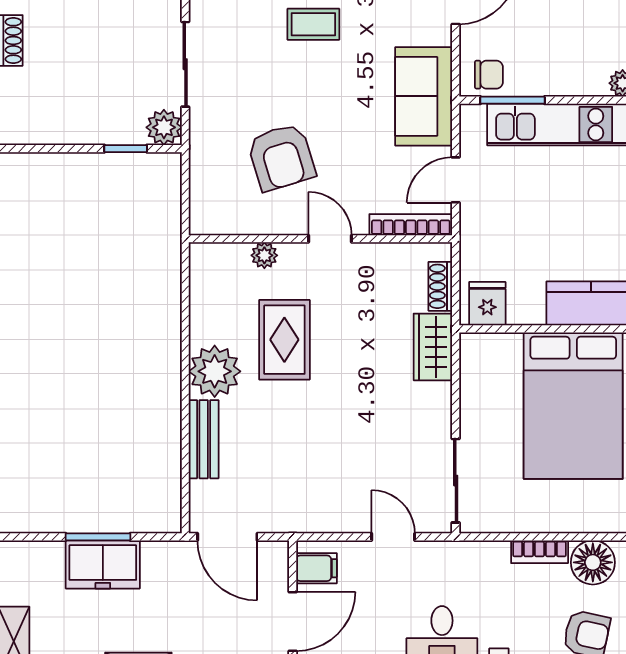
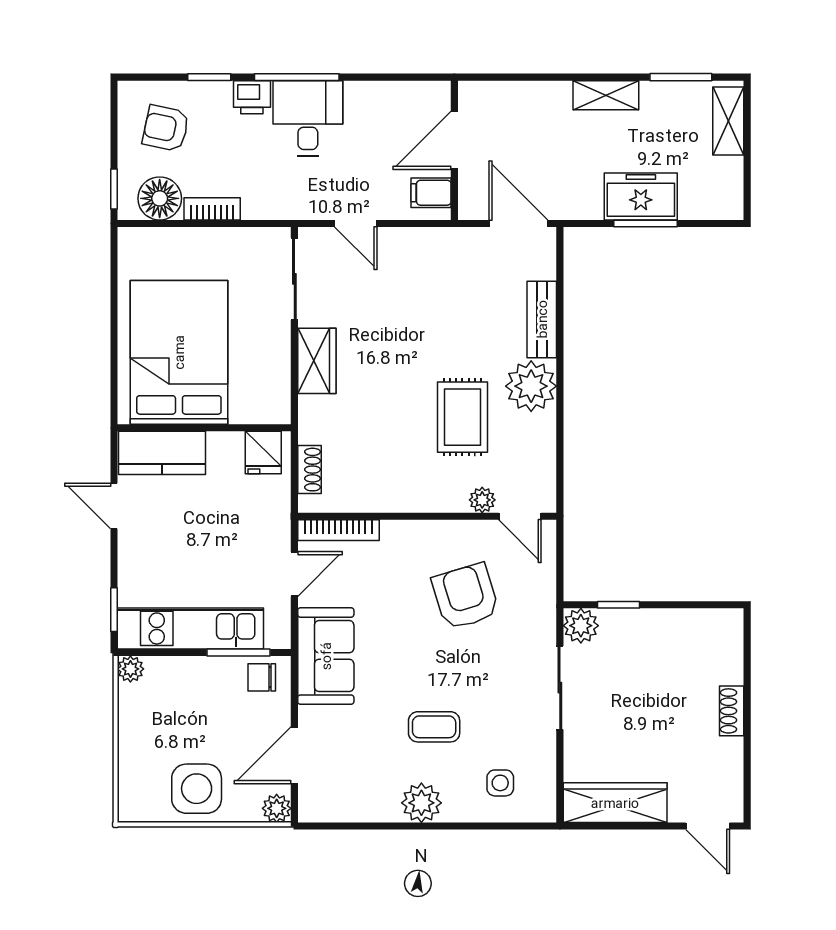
door: (330, 239) -> (520, 516), moved
wardrobe: (433, 347) -> (317, 361), moved

